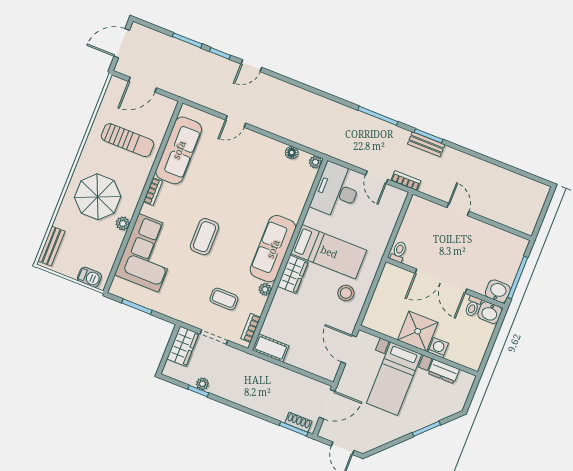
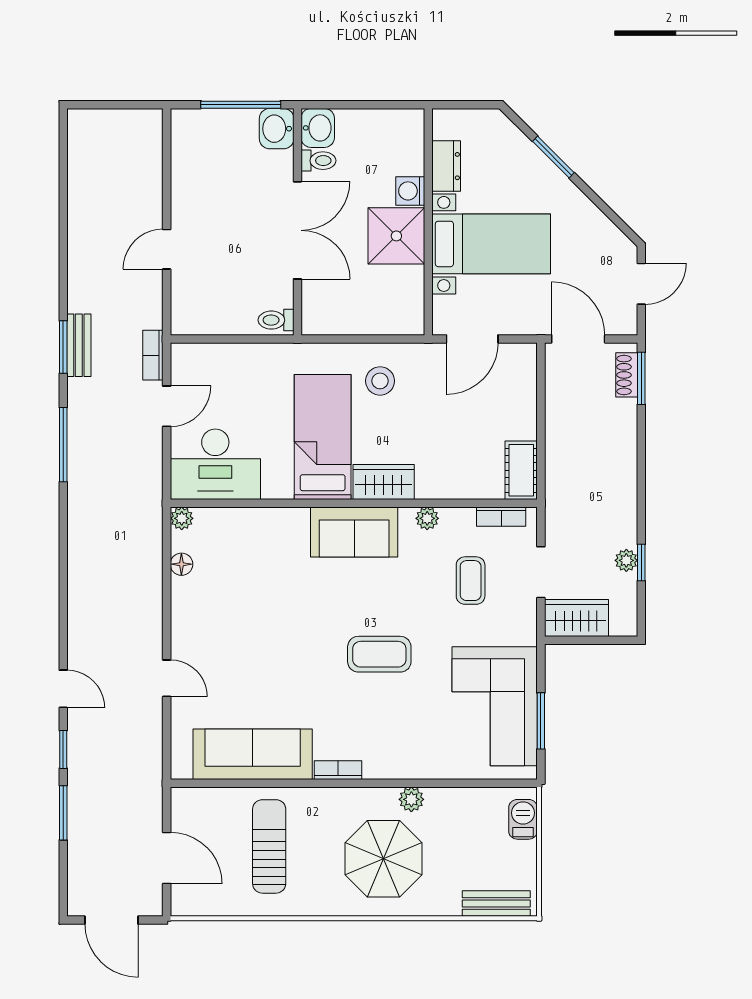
sofa: (273, 249) -> (354, 532), width x0.73
corner sofa: (148, 253) -> (495, 706), moved, turned -90

